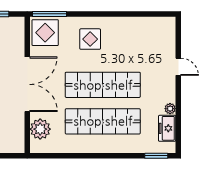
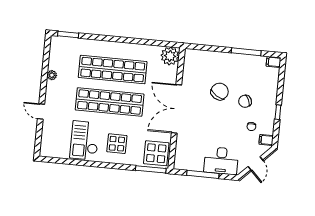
checkout: (127, 39) -> (85, 140), added
freezer: (167, 128) -> (56, 58), removed
plant: (40, 129) -> (170, 56), moved

